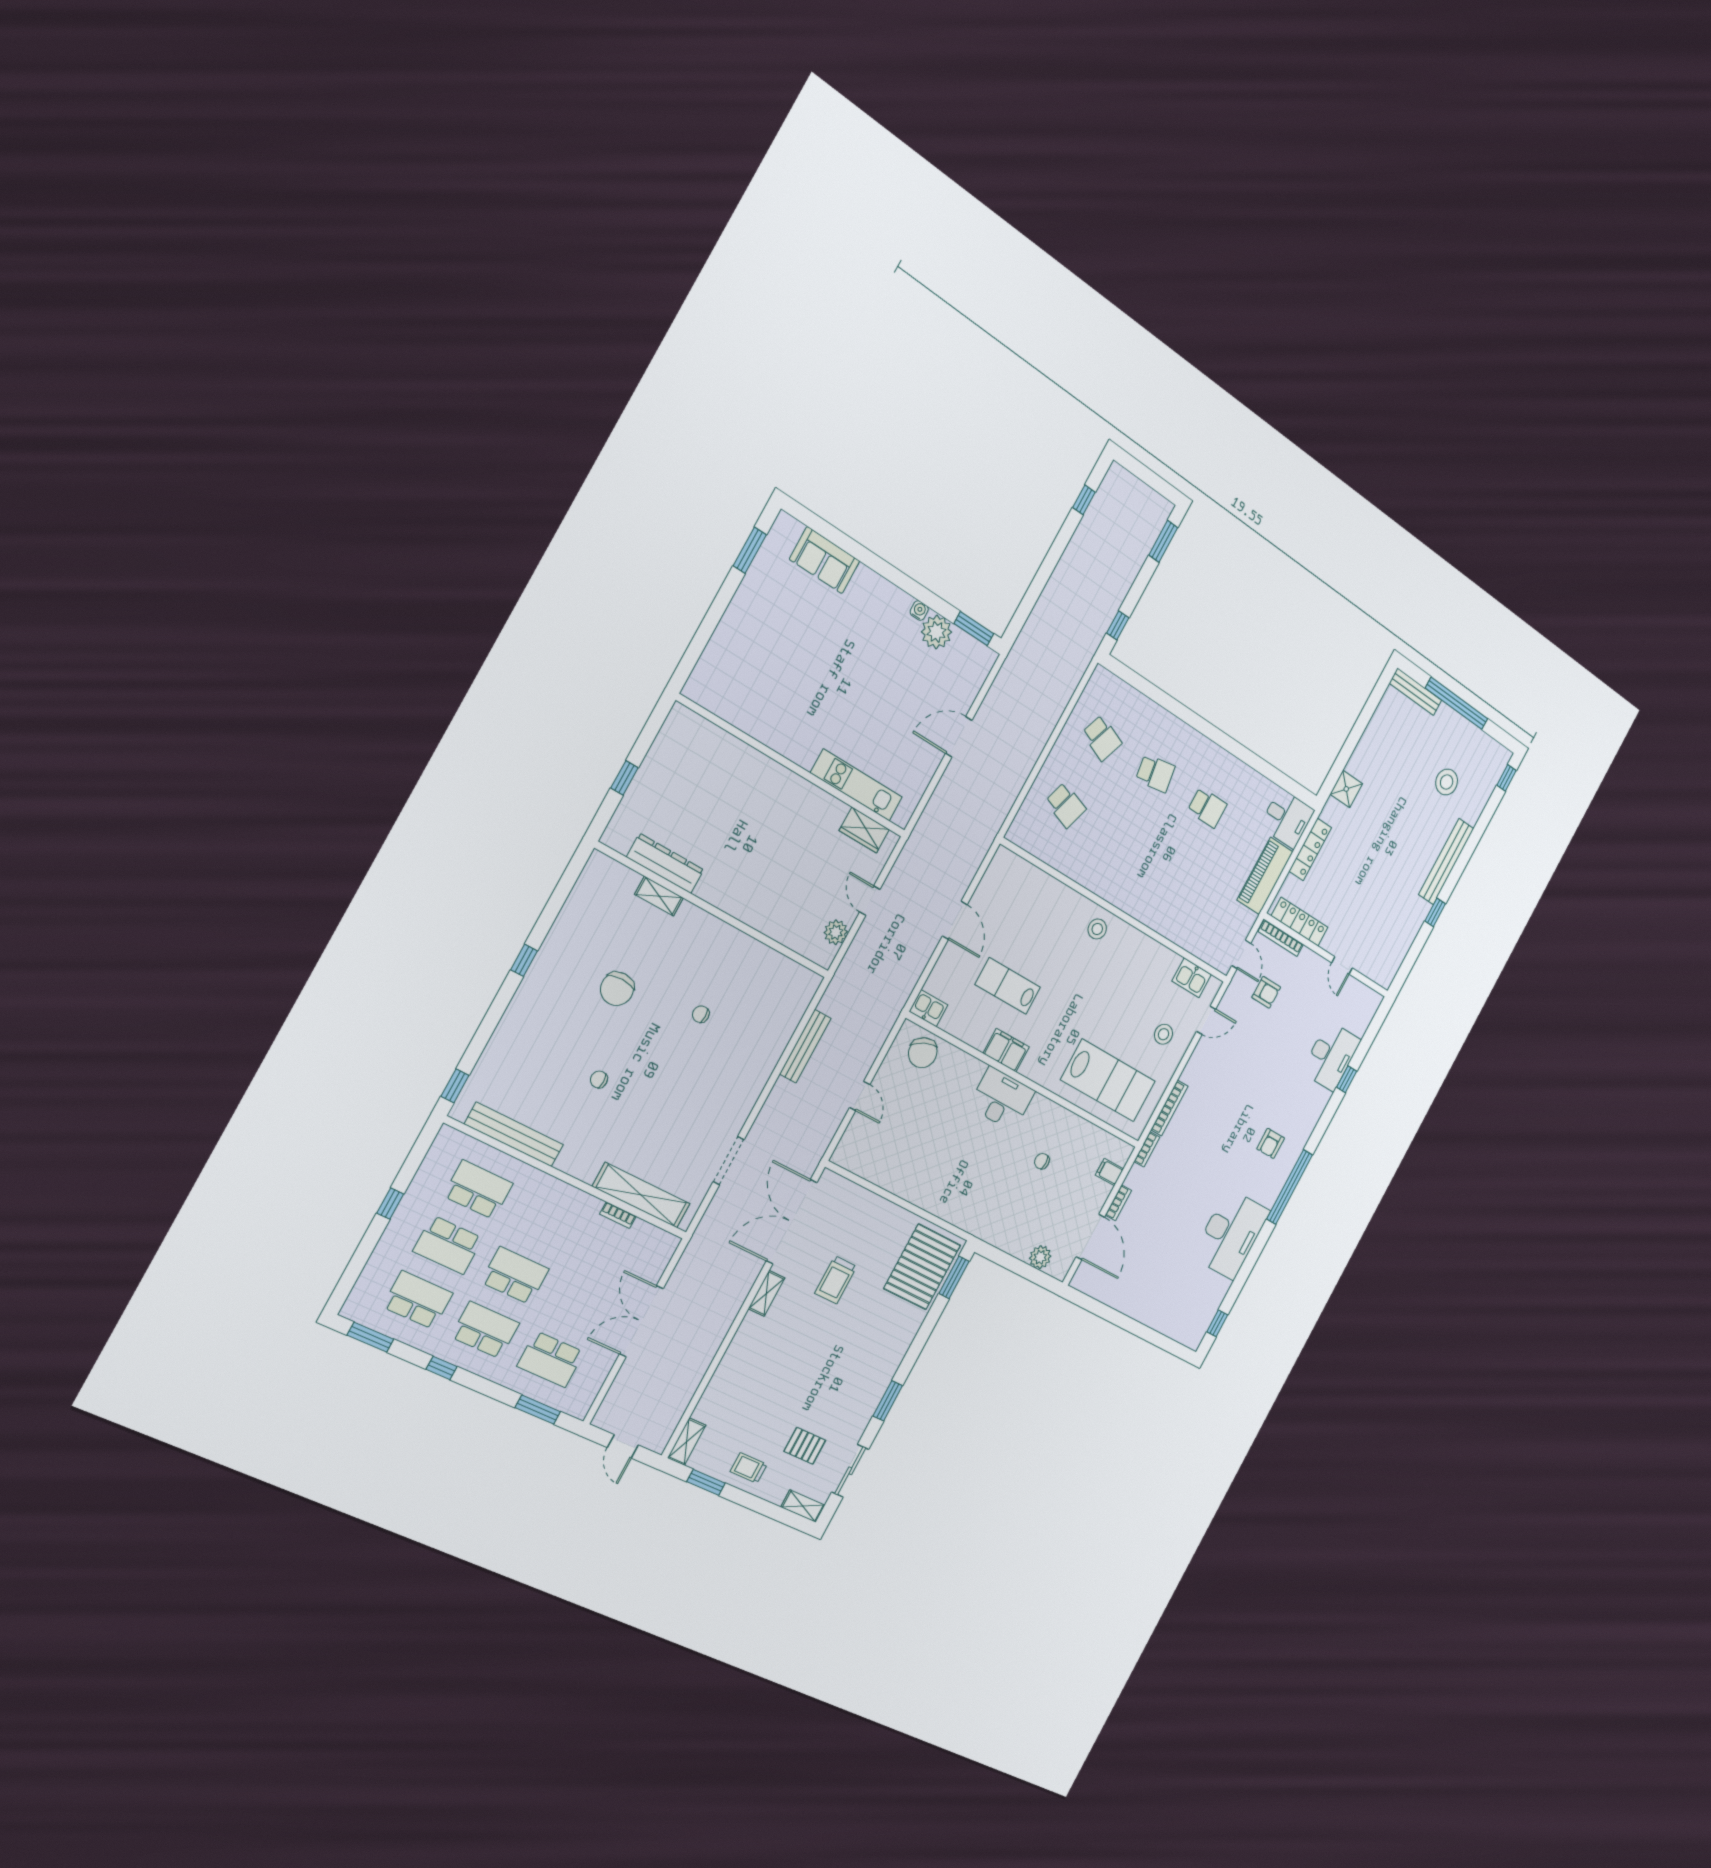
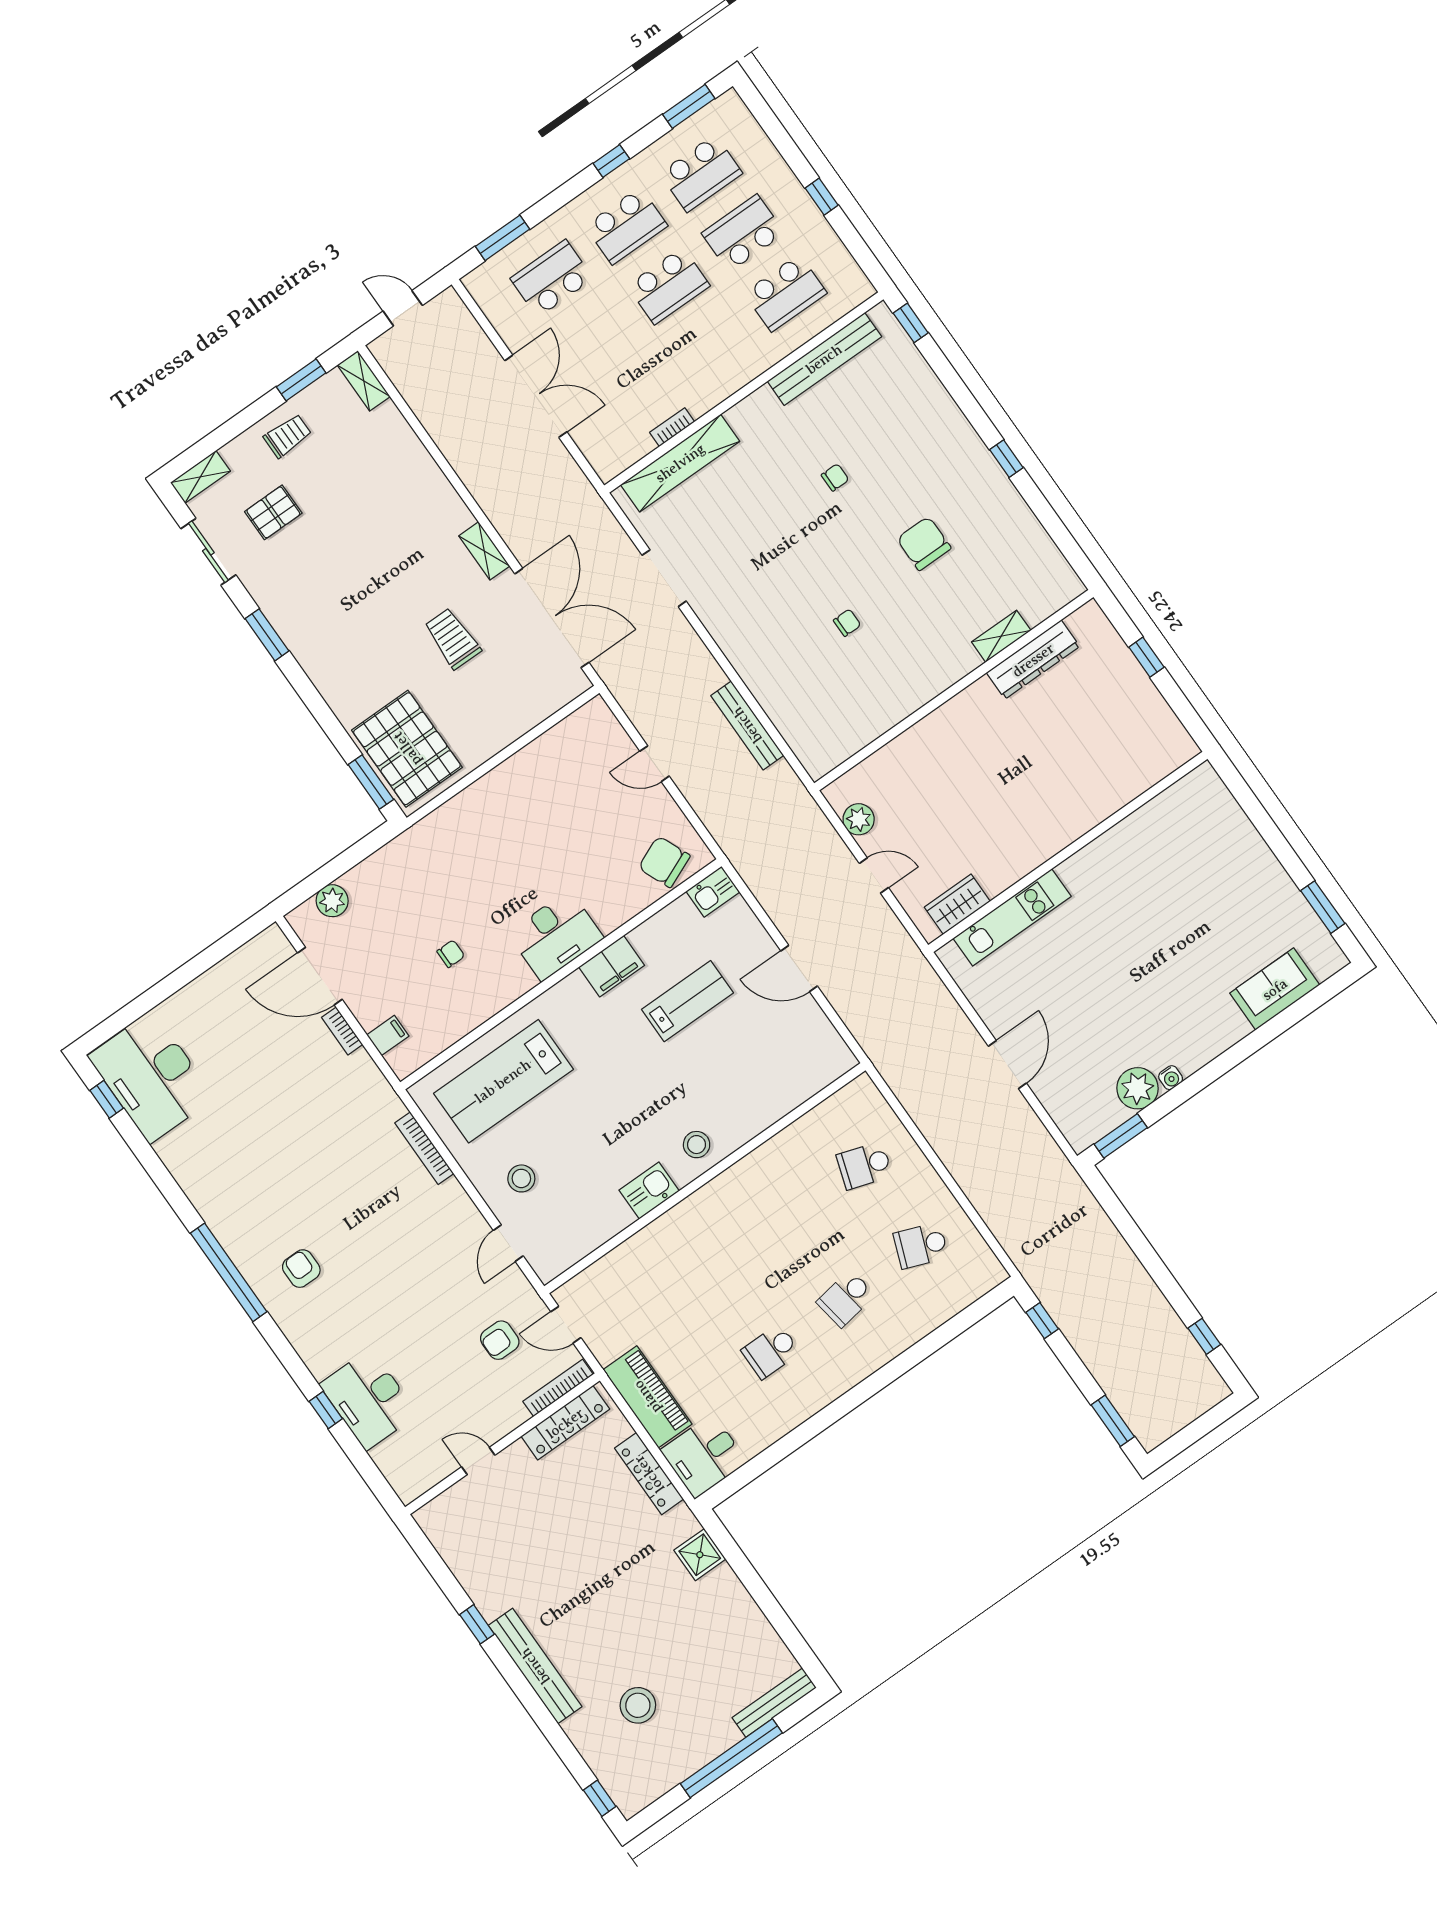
kitchen sink: (1192, 978) -> (649, 1191), moved
bookcase: (1147, 1149) -> (389, 1097), removed
desk: (1231, 1234) -> (151, 1077), moved

